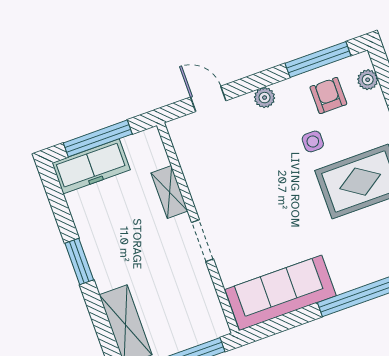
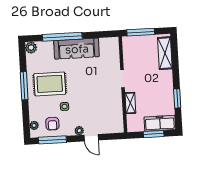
door: (208, 99) -> (91, 138), moved
window: (98, 138) -> (154, 134), width x0.69
window: (79, 262) -> (177, 98), moved
sofa: (281, 293) -> (77, 49), moved

